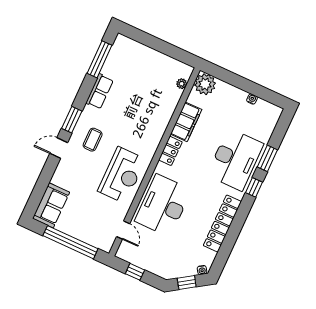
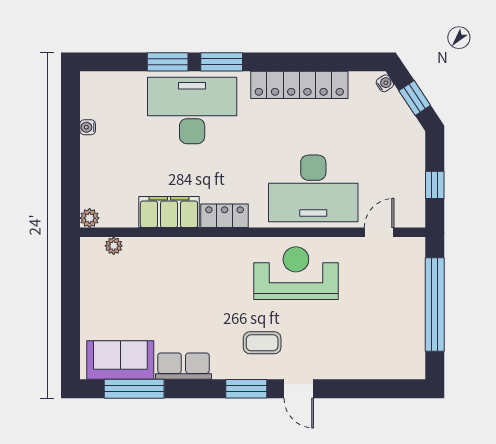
plant: (205, 84) -> (90, 218), width x0.53, depth x0.53
window: (254, 187) -> (222, 62), width x1.50
sofa: (51, 205) -> (120, 360), moved

